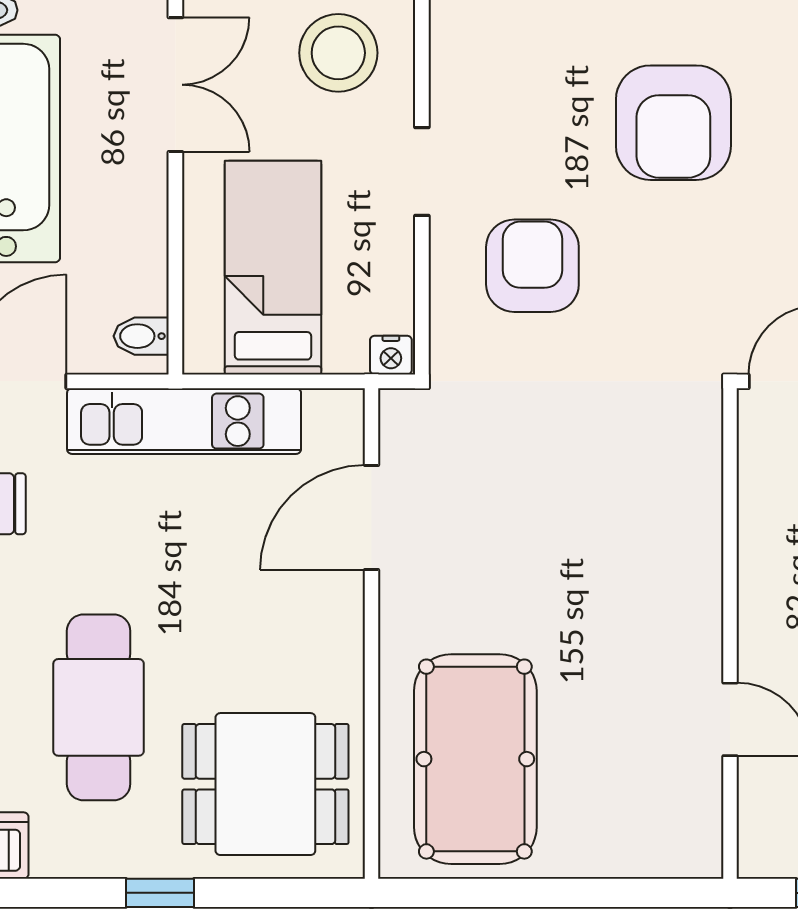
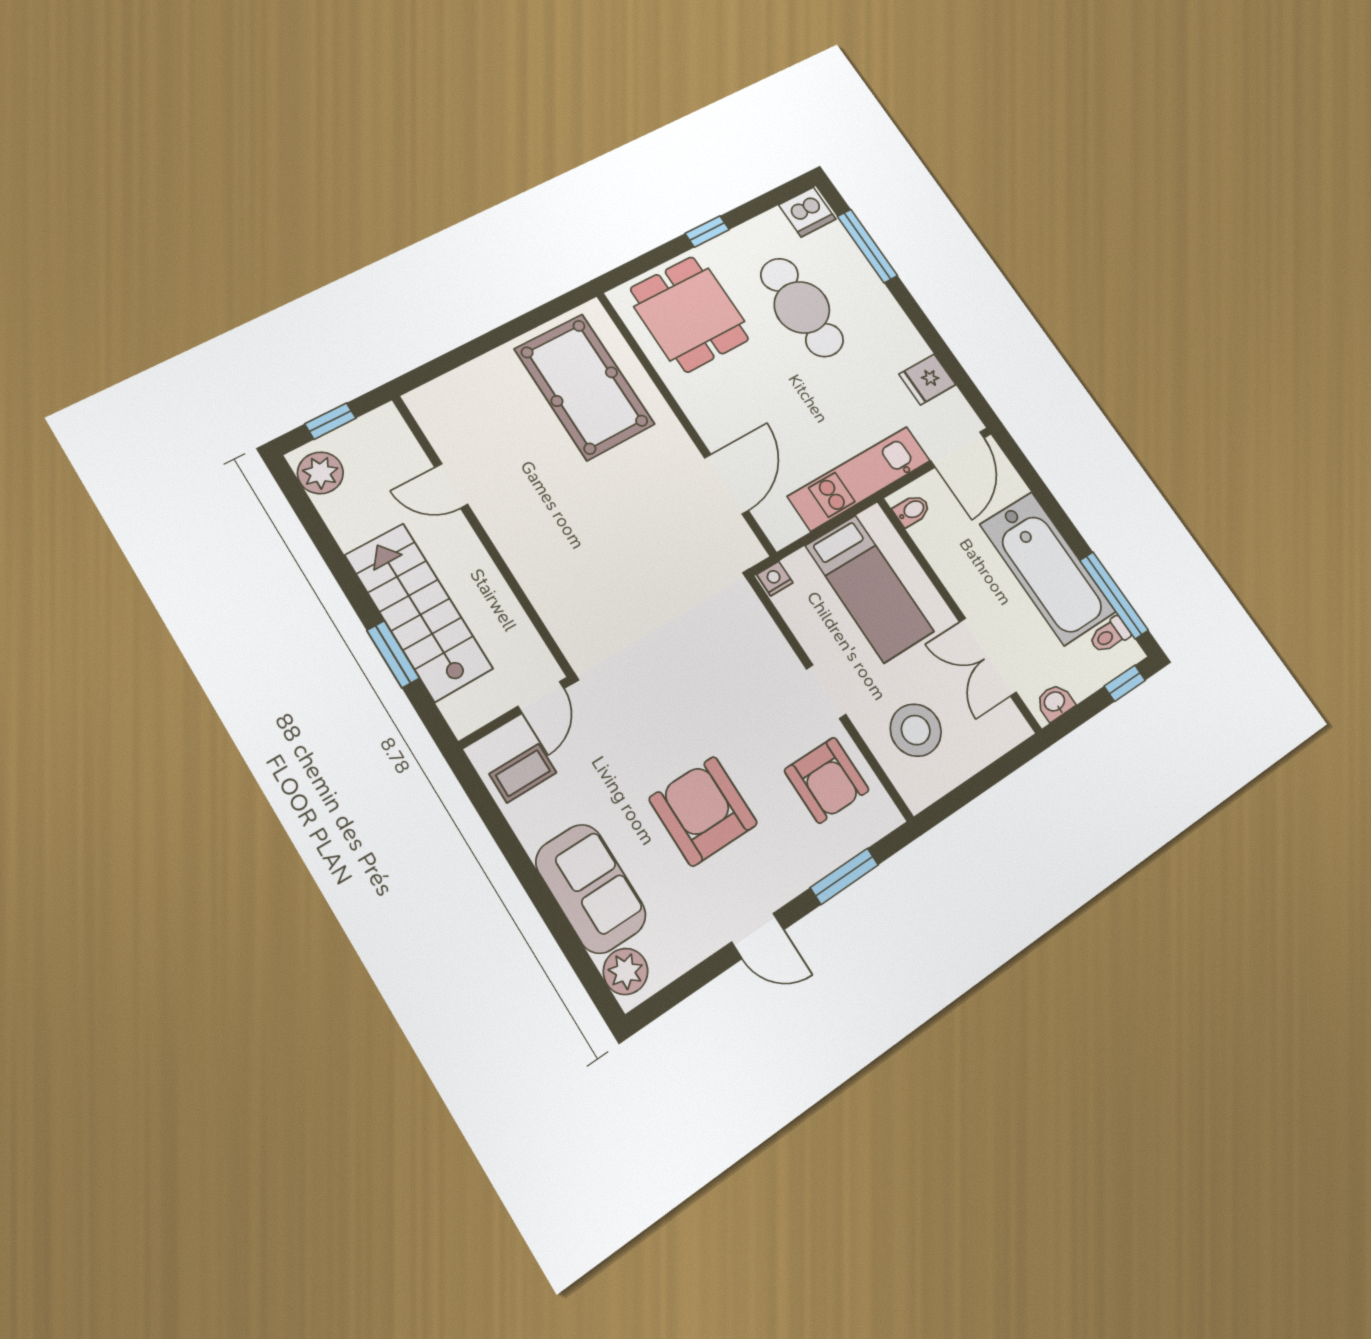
armchair: (532, 266) -> (827, 780), moved
dining table: (265, 784) -> (689, 314), turned 90

